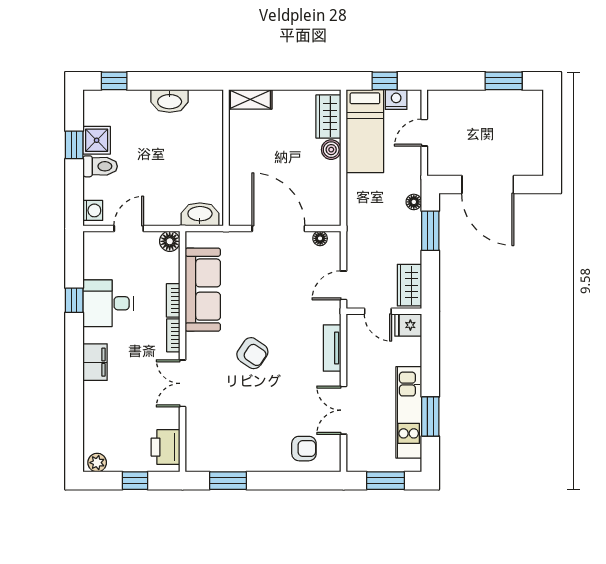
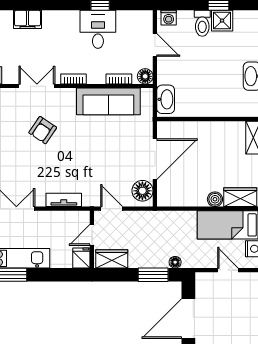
floor lamp: (320, 238) -> (142, 191), width x1.89, depth x1.89
bookcase: (173, 300) -> (119, 79), moved
armchair: (252, 353) -> (43, 130), moved
filing cabinet: (95, 362) -> (28, 19), moved

